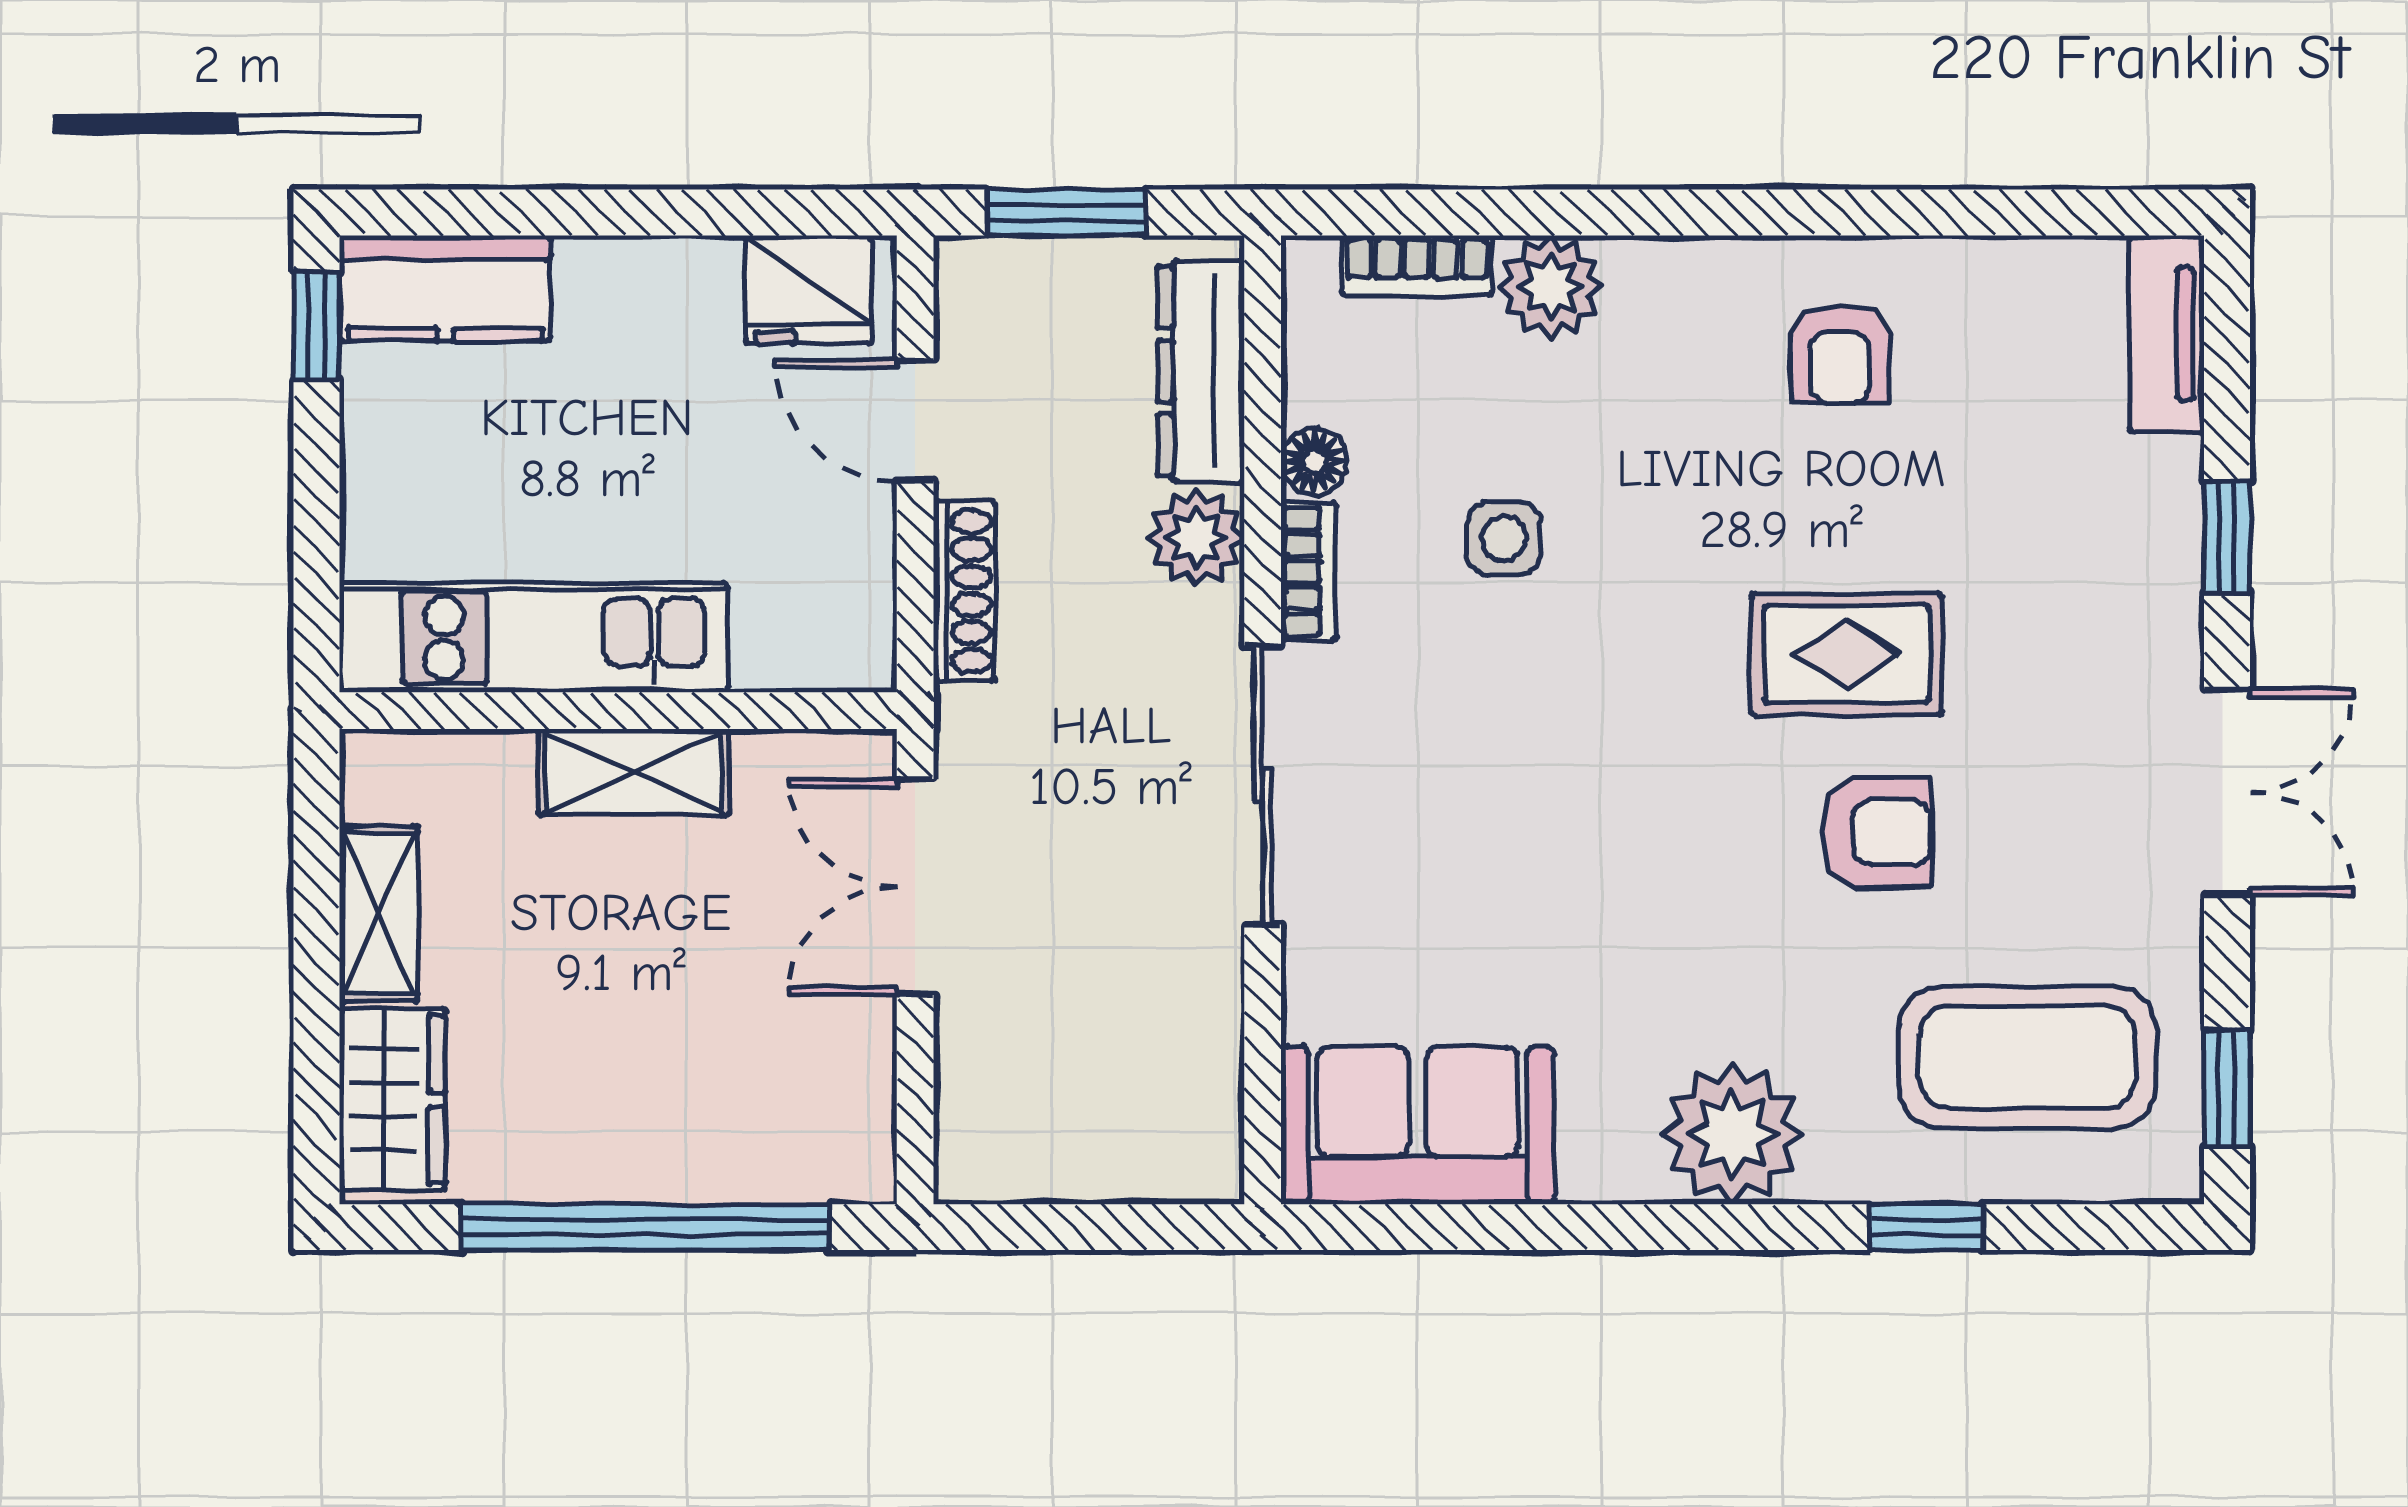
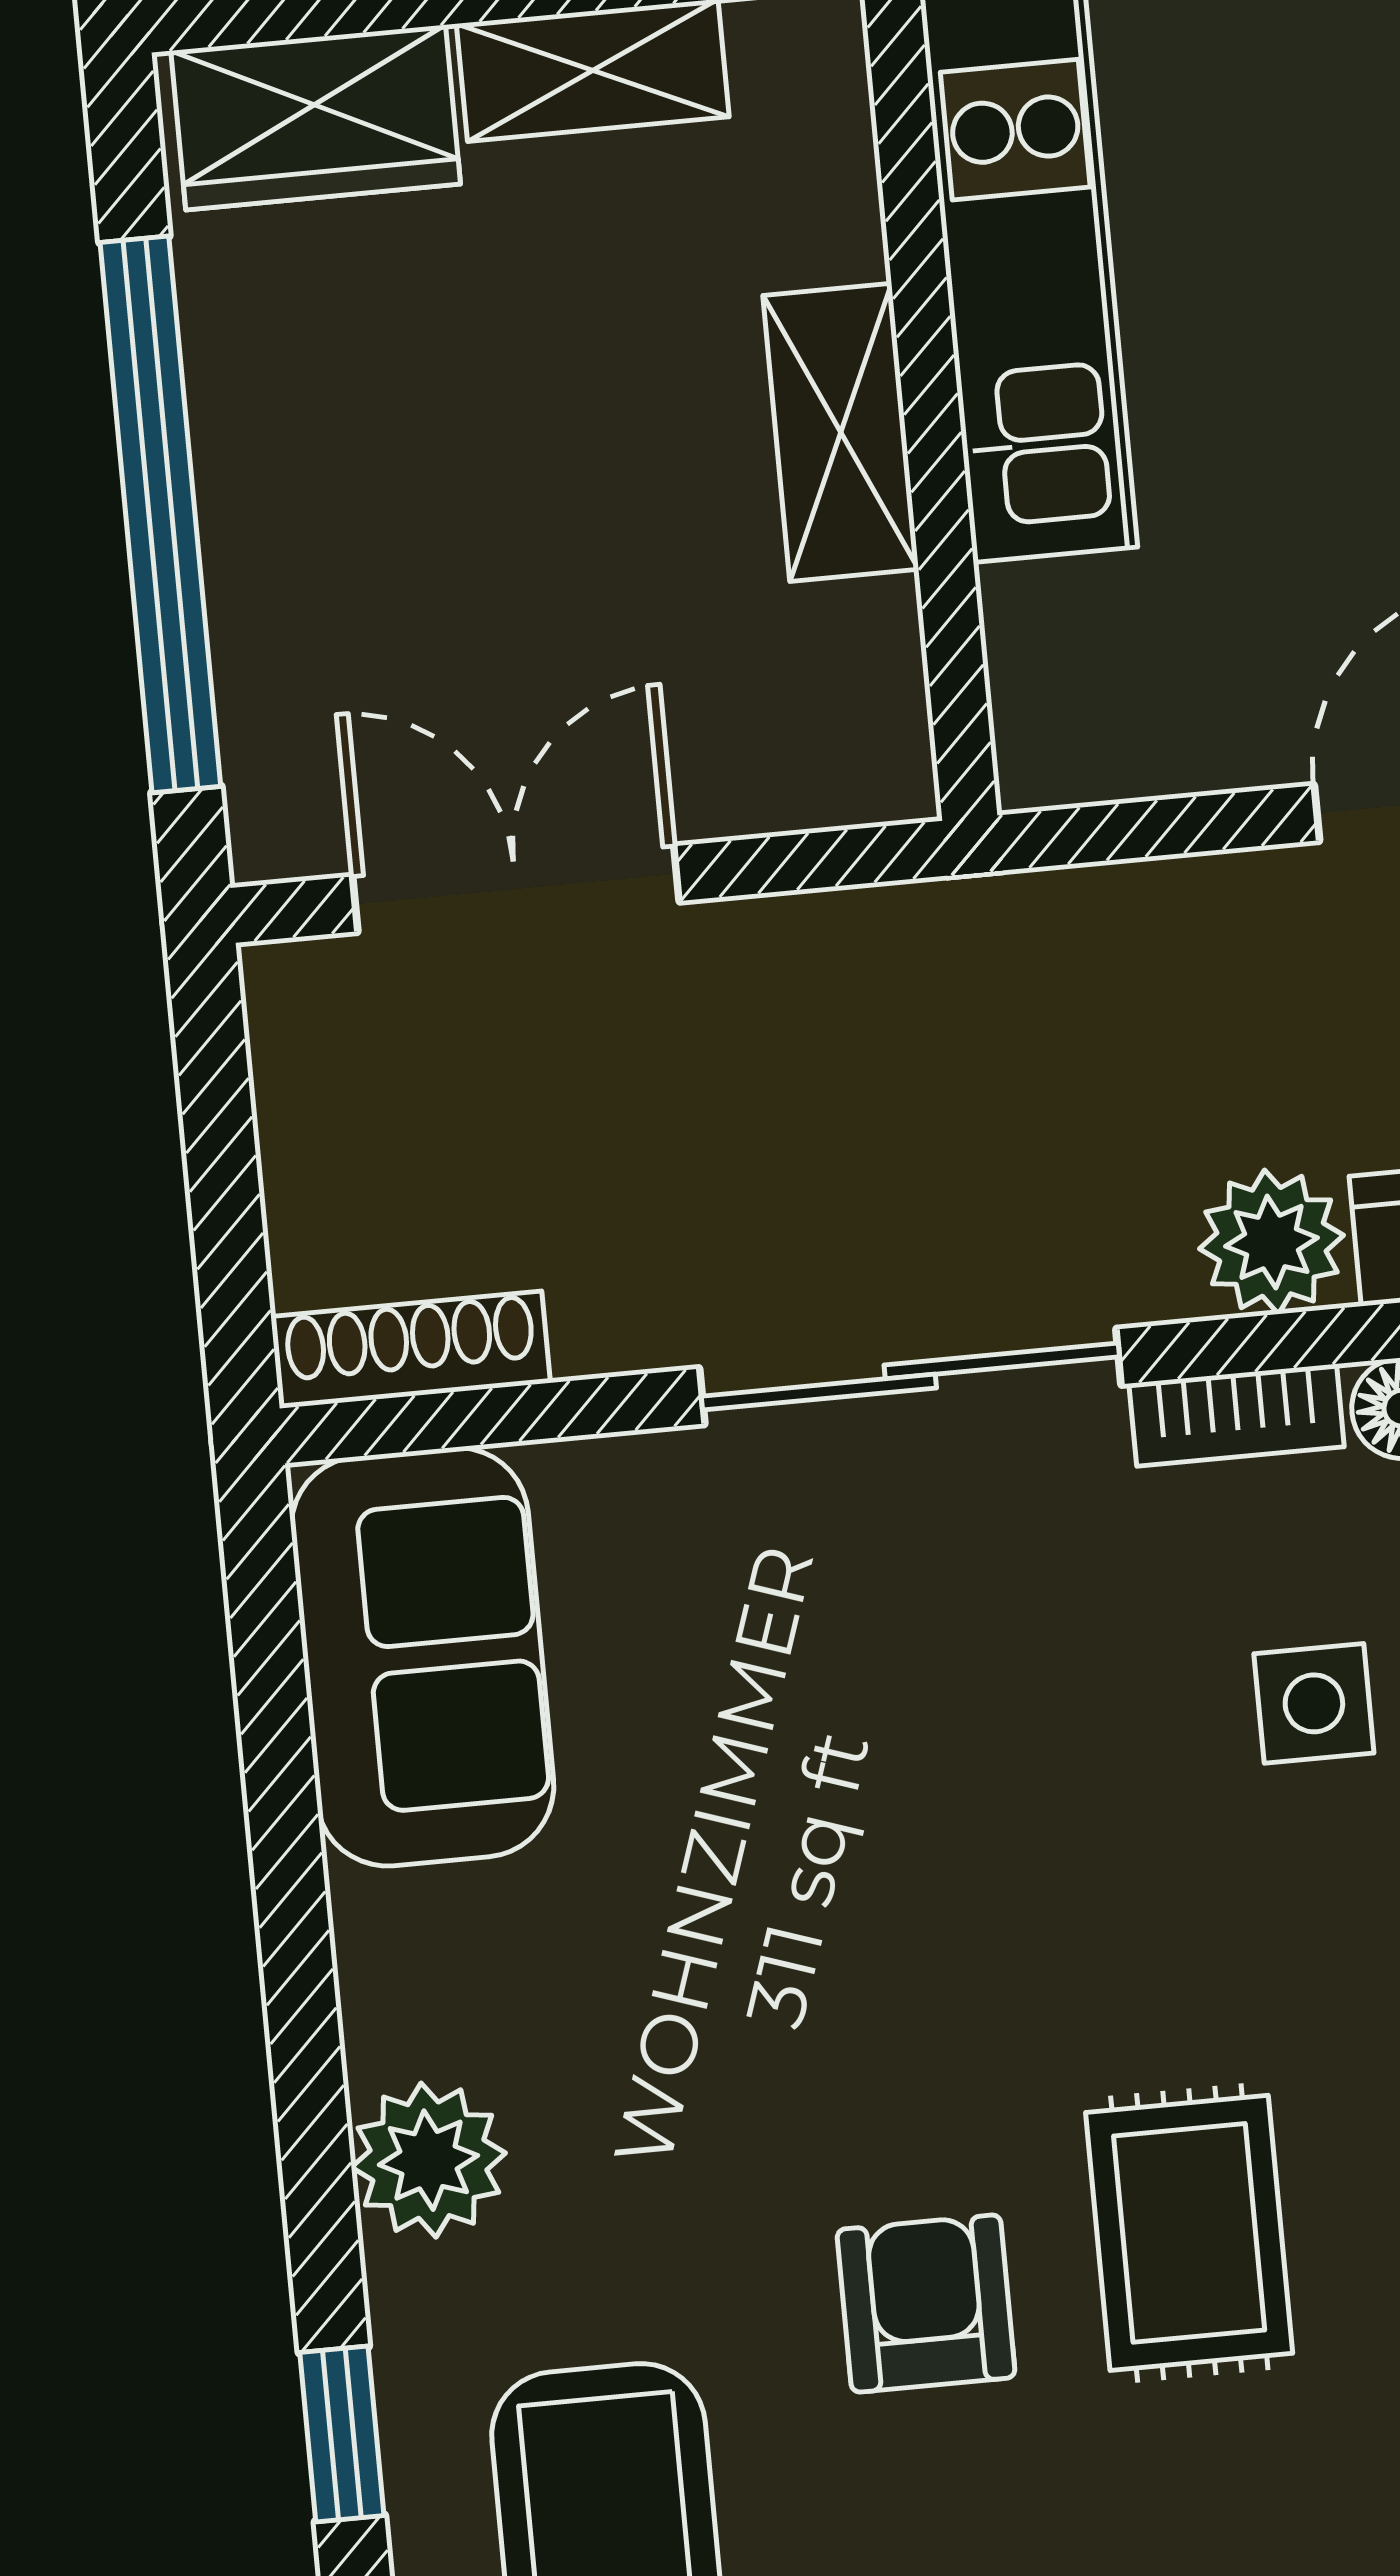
shoe rack: (964, 591) -> (411, 1350), moved, turned 180
armchair: (1877, 833) -> (926, 2304), turned 180
double door: (915, 887) -> (516, 889), moved
plant: (1732, 1134) -> (428, 2160), width x0.73, depth x0.73

